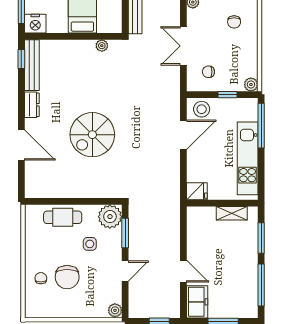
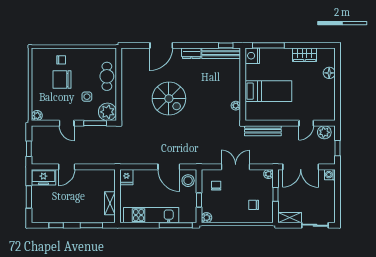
spiral stairs: (92, 135) -> (169, 99), turned 180
window: (261, 285) -> (56, 225), width x0.46

